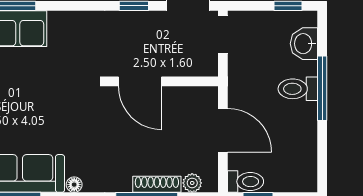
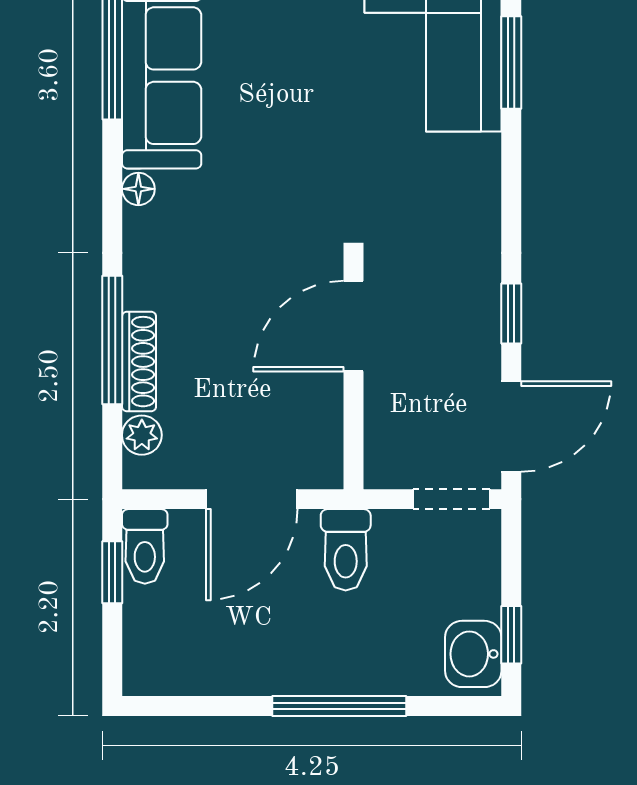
washbasin: (304, 44) -> (473, 654), moved, turned -90
toilet: (298, 89) -> (346, 550), moved, turned 180

